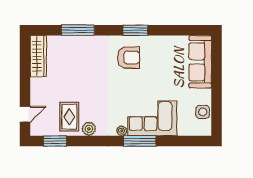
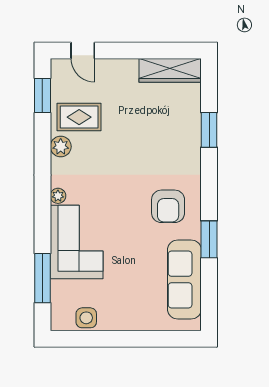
window: (78, 30) -> (209, 130), width x0.69
window: (135, 30) -> (209, 239), moved
sofa: (200, 62) -> (184, 280), moved, turned -90
window: (140, 141) -> (42, 278), moved

